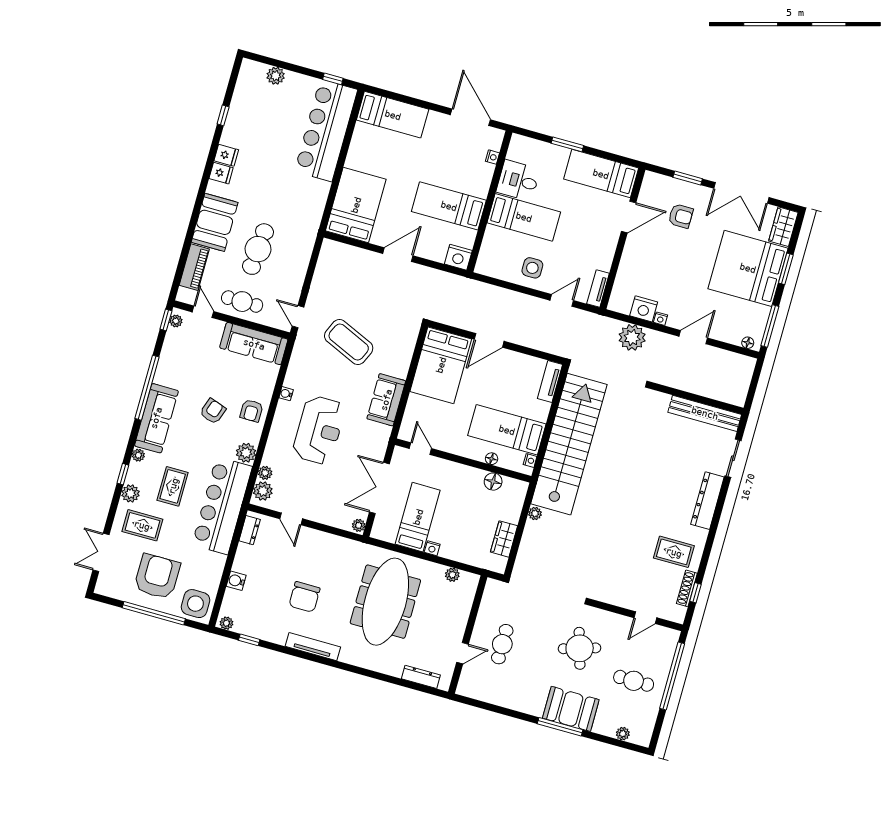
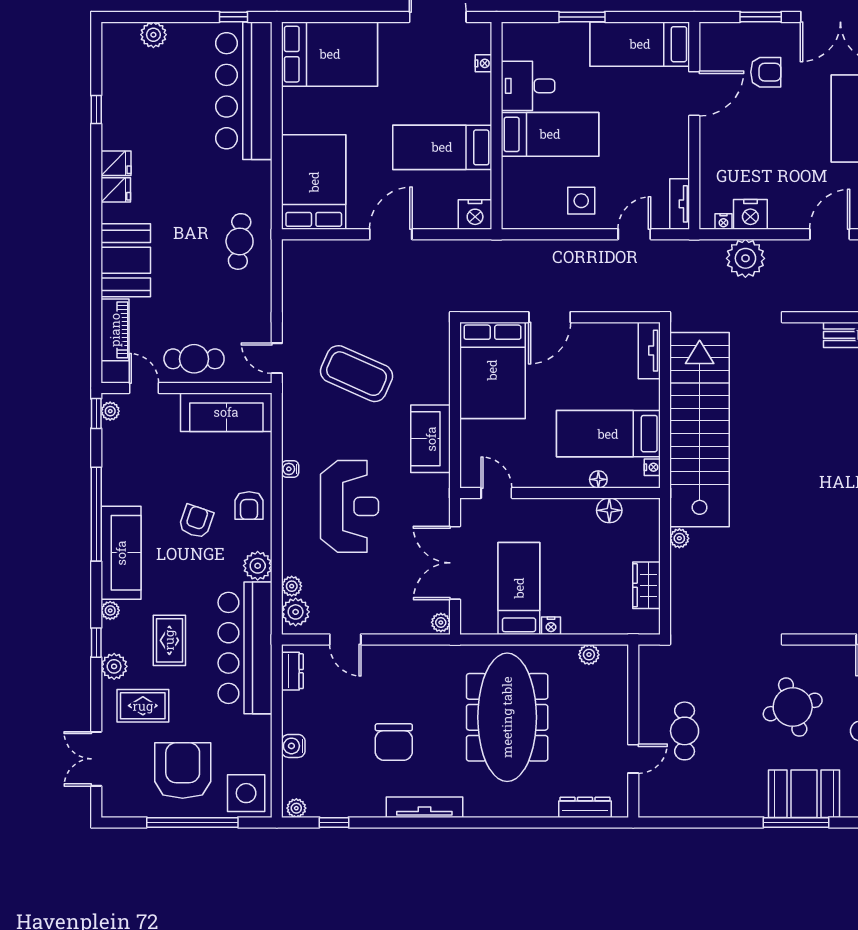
bed: (393, 115) -> (330, 54), width x1.50
cafe table: (258, 249) -> (240, 241), moved, width x0.73, depth x0.74
nightstand: (661, 319) -> (723, 221), moved

